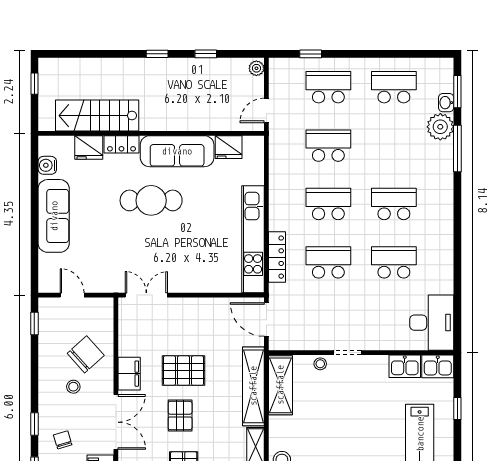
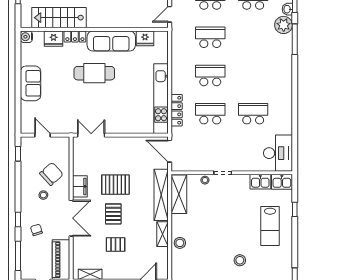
water cooler: (47, 165) -> (26, 37), moved
school desk: (394, 204) -> (253, 76), removed
sofa: (54, 216) -> (31, 83), width x0.73

